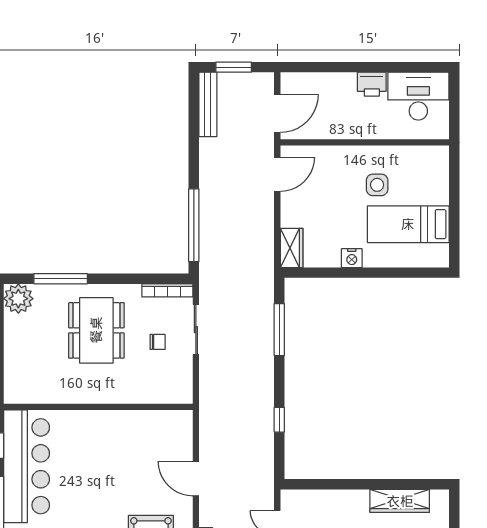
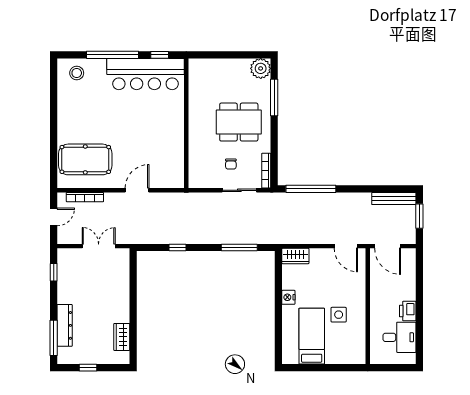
desk: (418, 96) -> (399, 337), width x0.73
wardrobe: (400, 501) -> (122, 337), width x0.67

